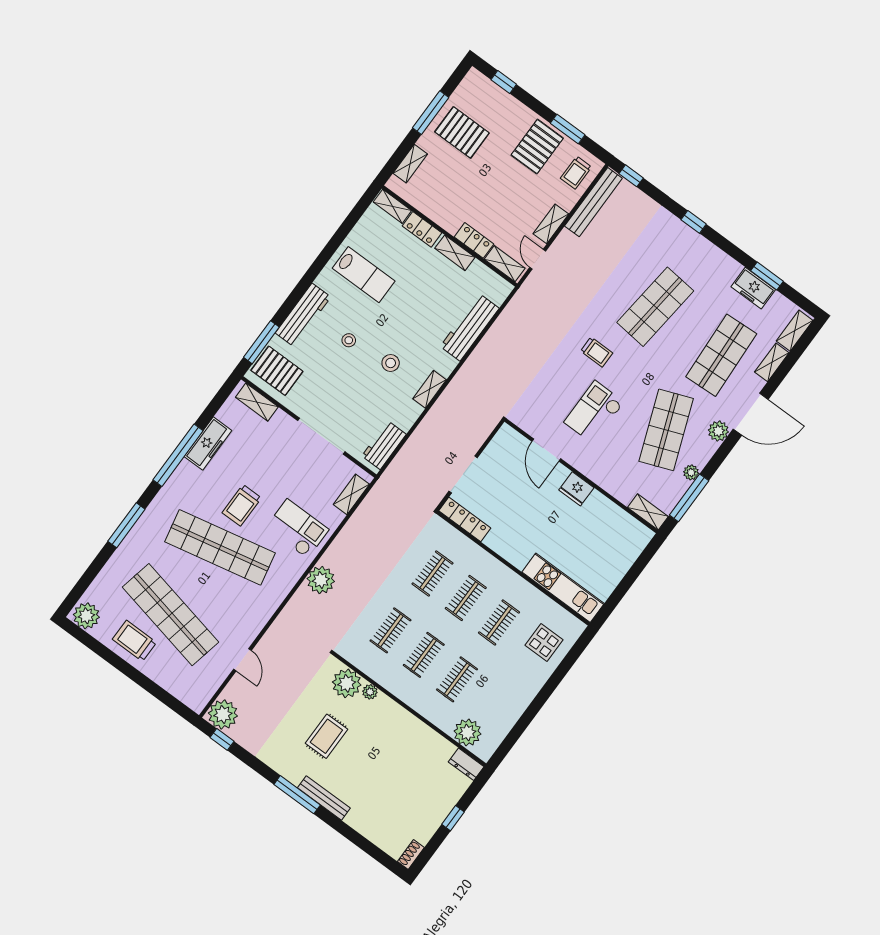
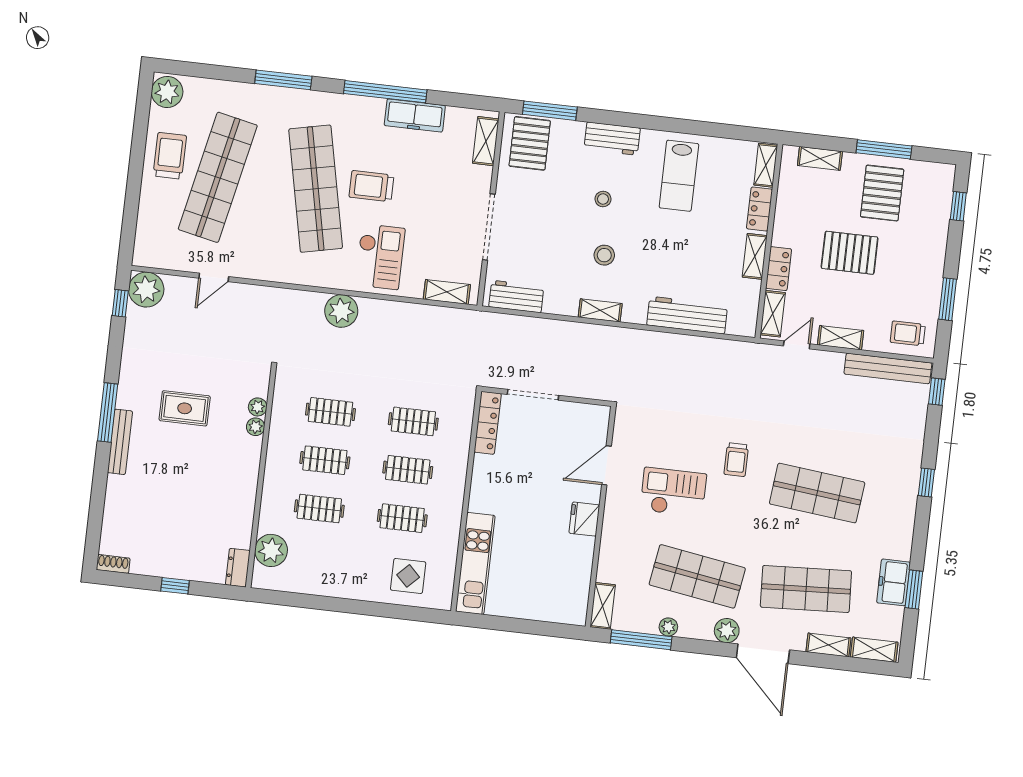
pallet: (537, 147) -> (850, 253), moved
workbench: (303, 315) -> (612, 139), width x0.73
shop shelf: (666, 430) -> (697, 576), turned 30
plant: (347, 683) -> (258, 407), width x0.53, depth x0.53

